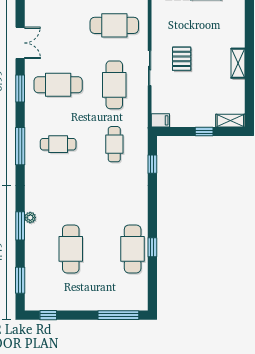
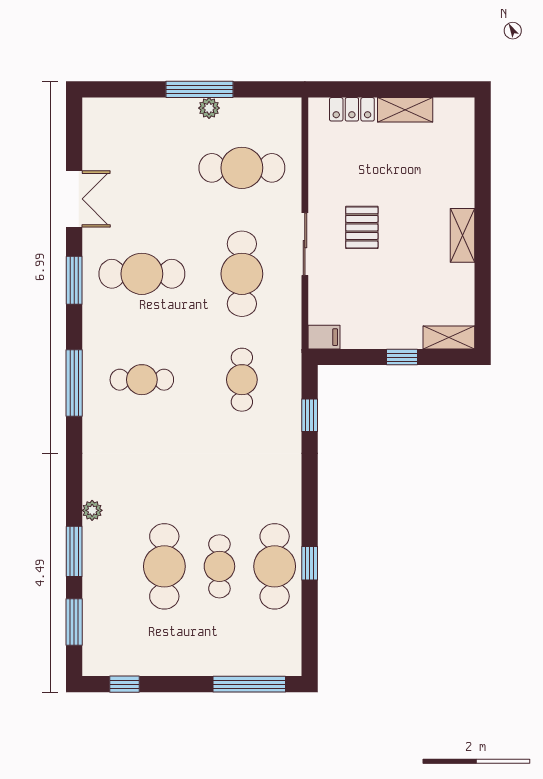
window: (20, 226) -> (74, 551), moved
cafe table: (102, 249) -> (219, 566), added

